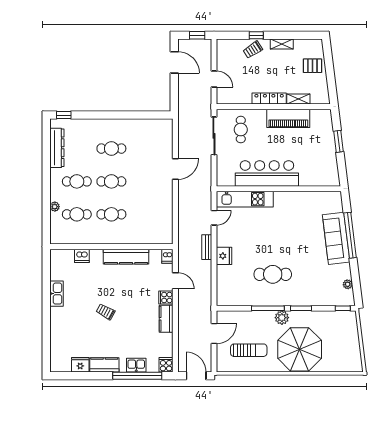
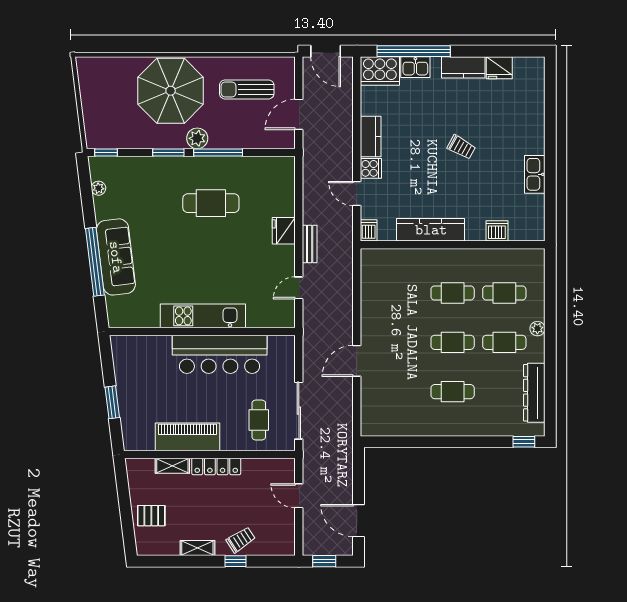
kitchen unit: (245, 199) -> (203, 316), moved
plant: (55, 207) -> (537, 329), moved
cooker: (166, 365) -> (380, 71), width x1.87, depth x1.31

